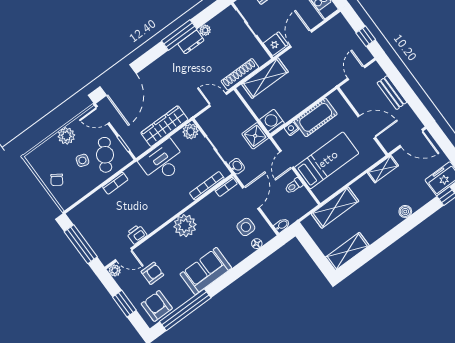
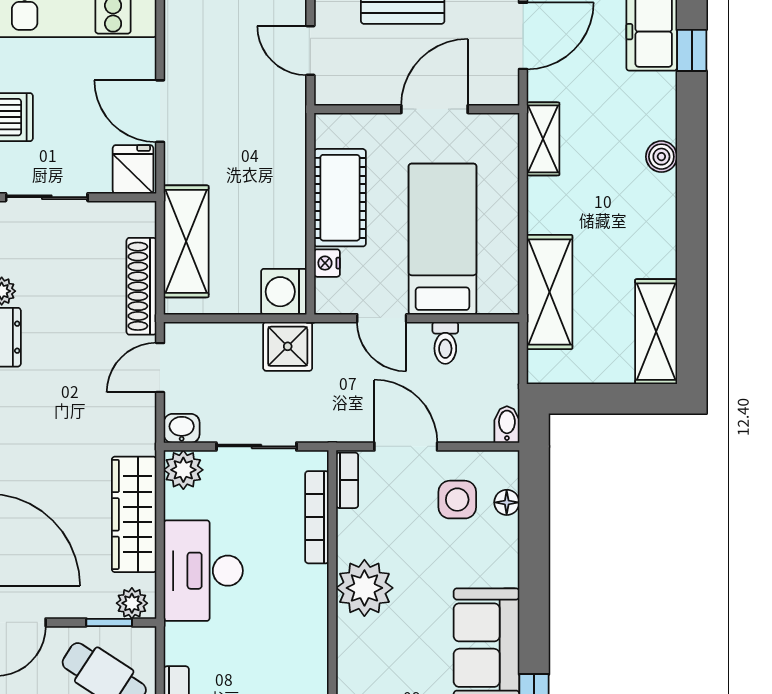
plant: (135, 146) -> (132, 603), added
washbasin: (237, 166) -> (182, 428), moved
plant: (185, 226) -> (364, 588), moved

